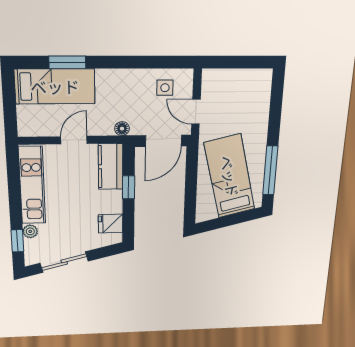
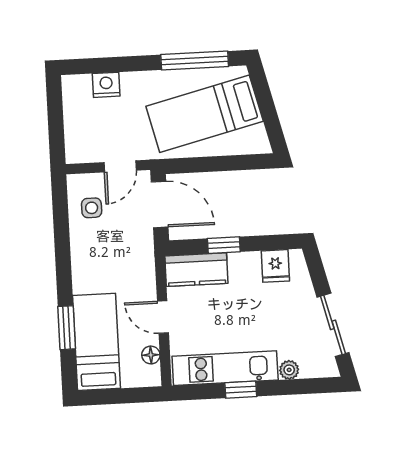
nightstand: (261, 104) -> (106, 85), added
floor lamp: (122, 129) -> (151, 355), moved
window: (17, 241) -> (241, 390), moved

